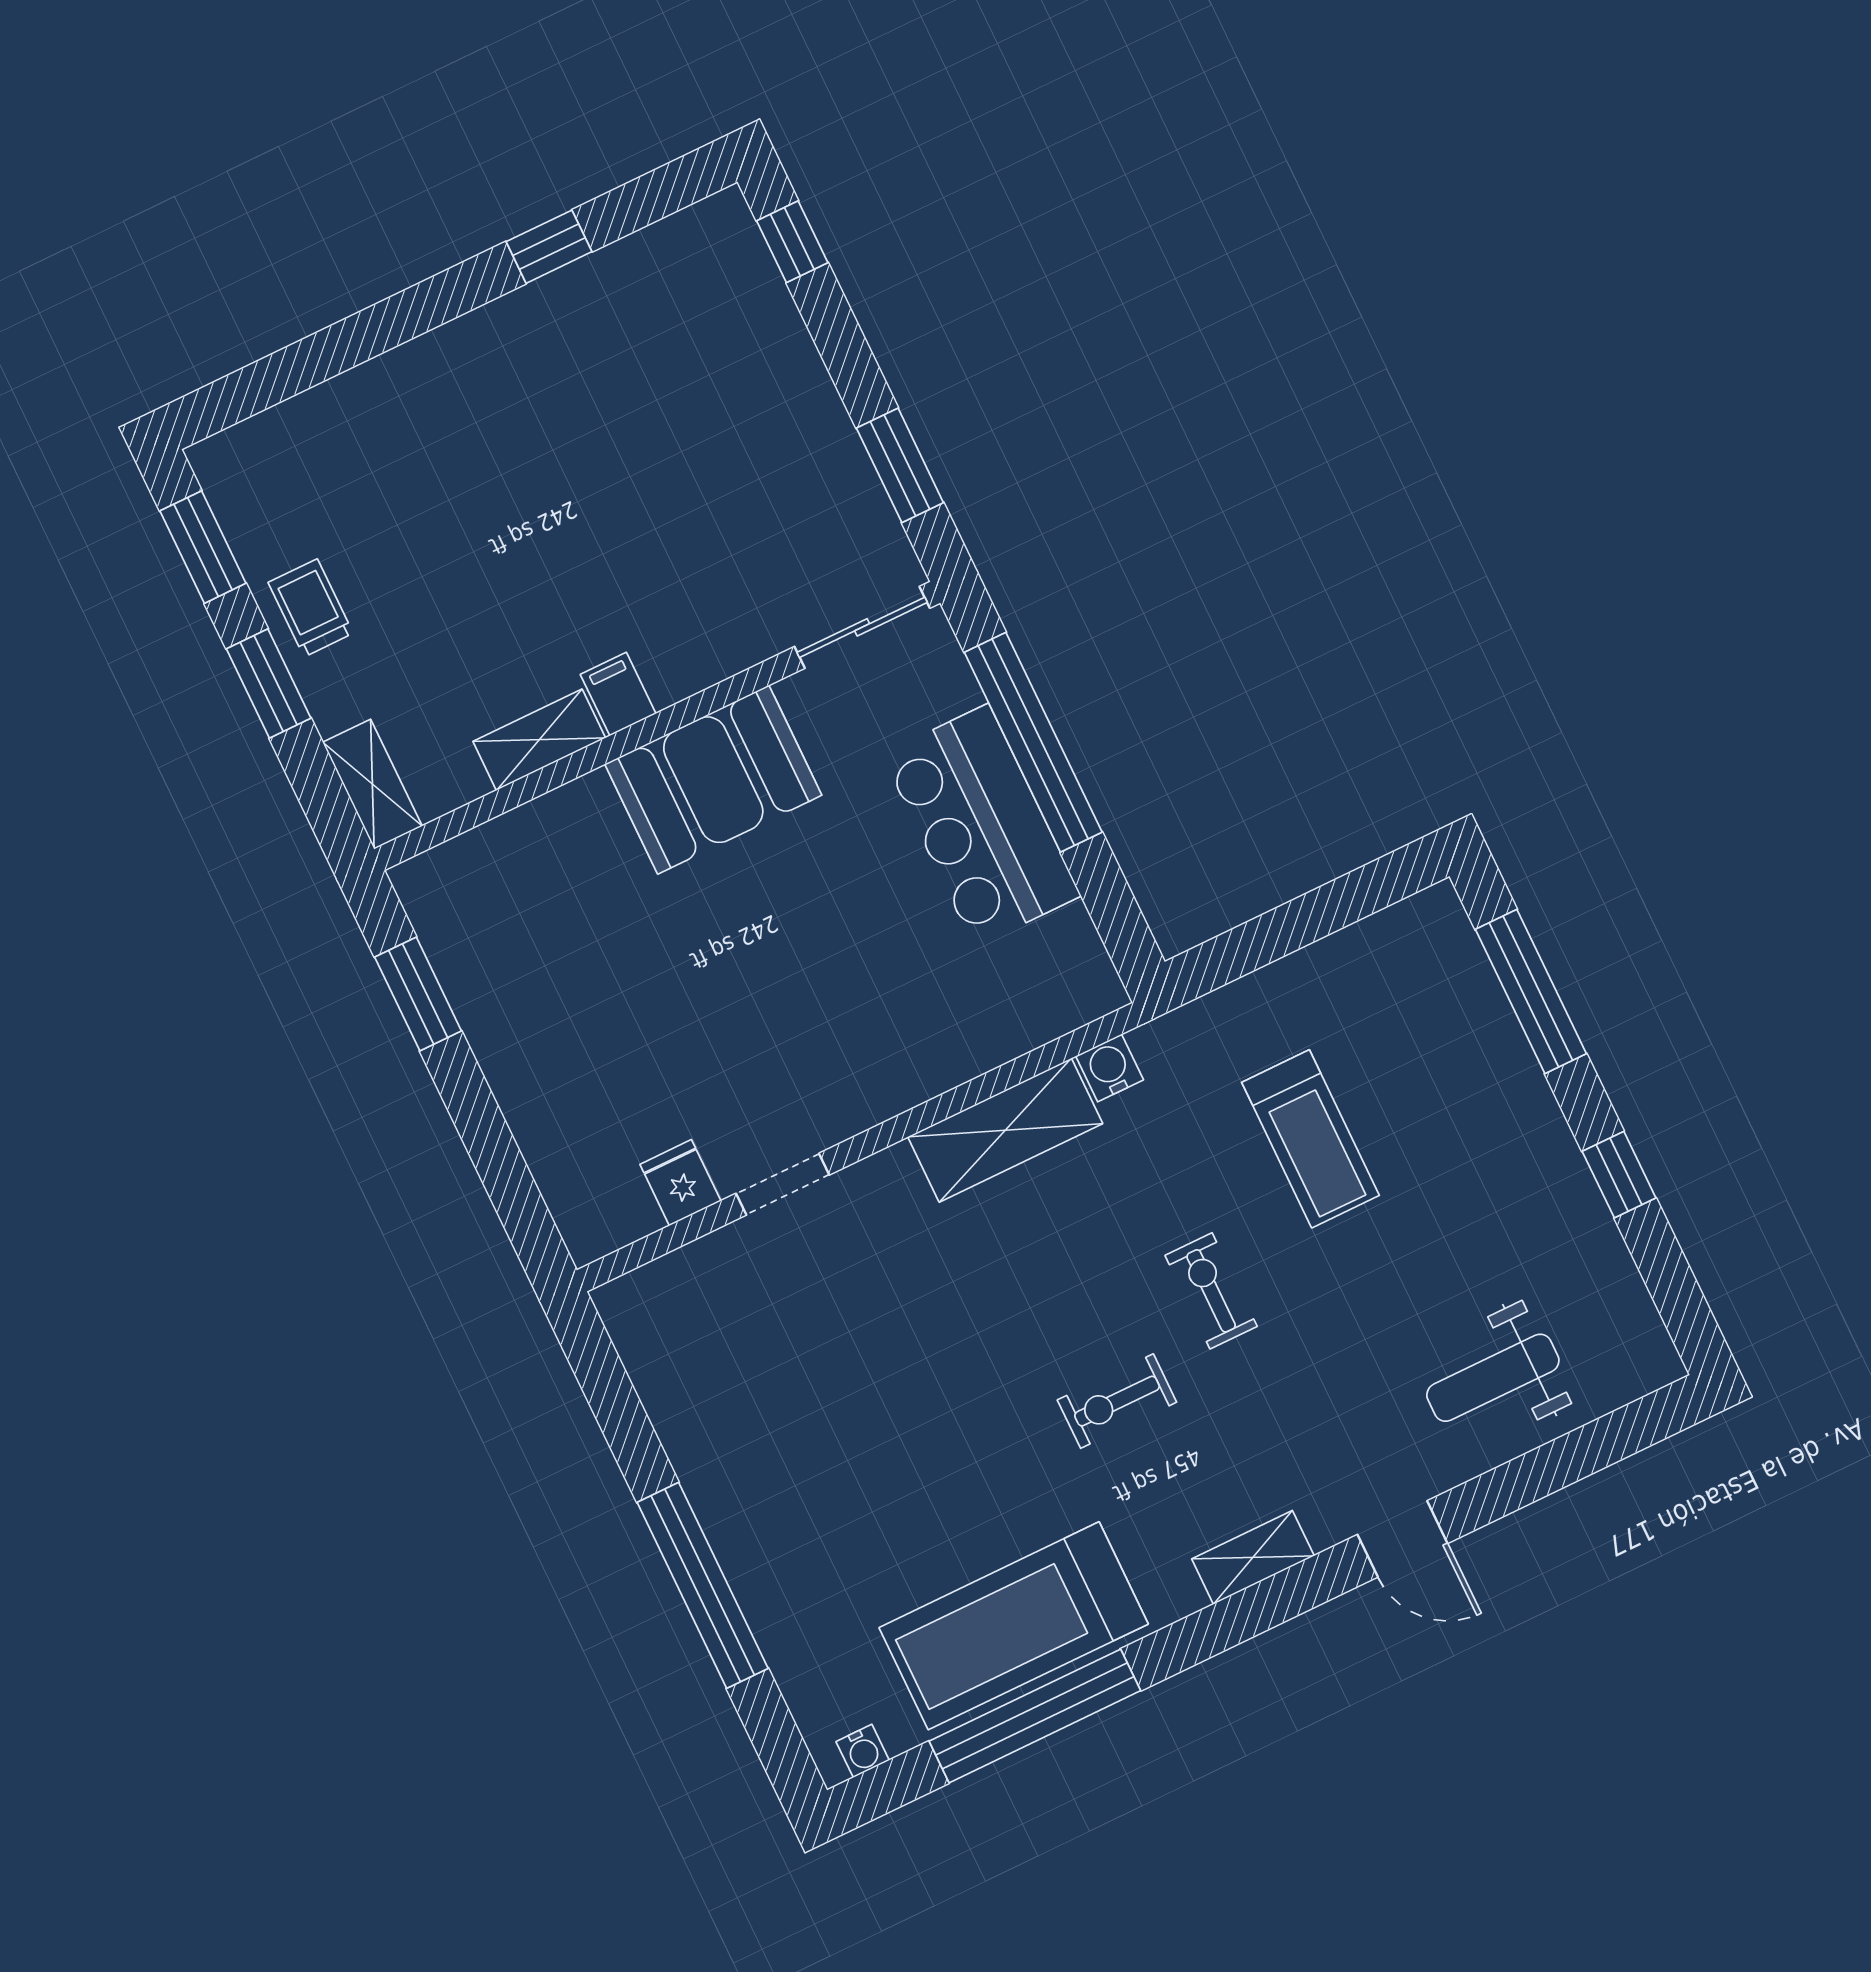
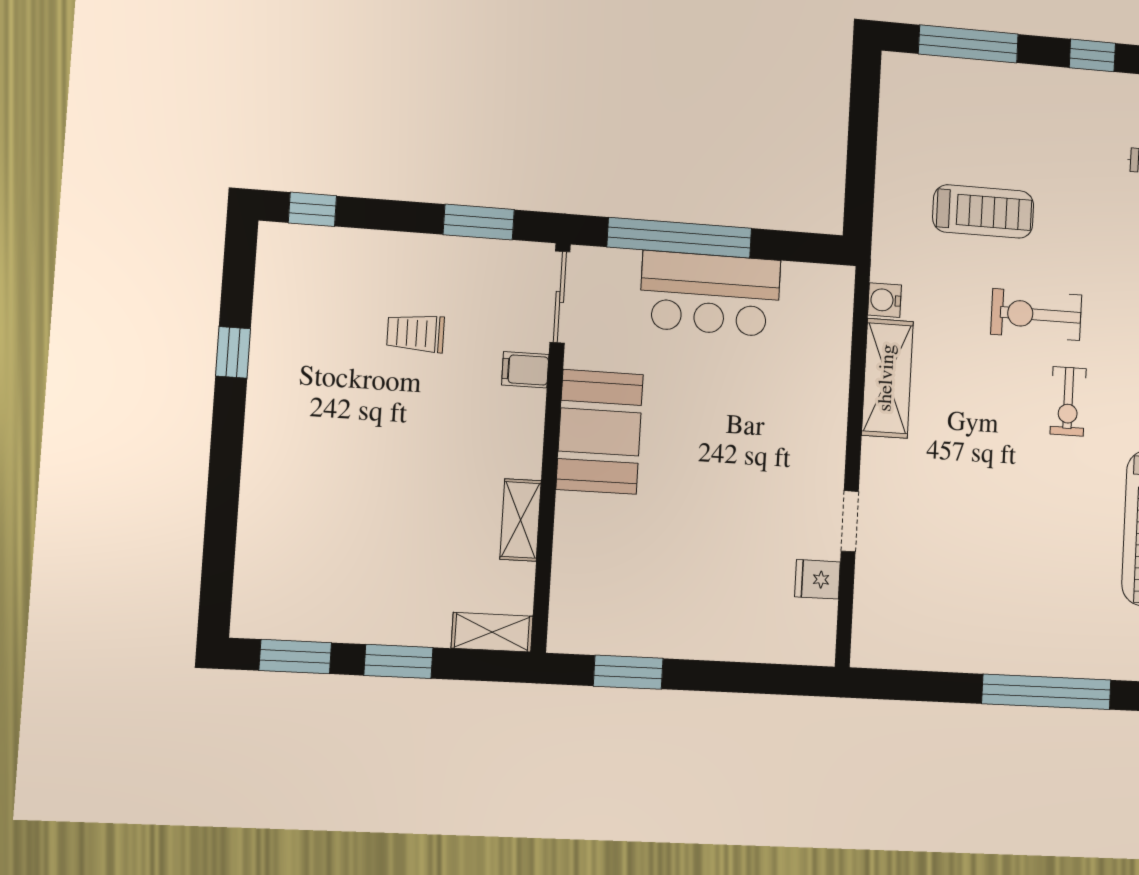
trolley: (311, 608) -> (416, 333), moved
filing cabinet: (618, 694) -> (525, 370), moved
exercise bike: (1211, 1291) -> (1036, 315), width x1.38, depth x1.39

